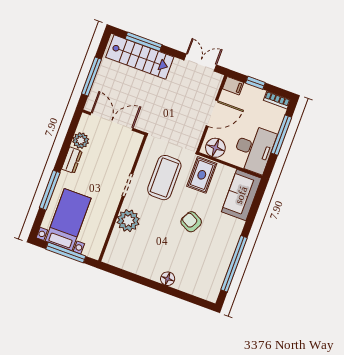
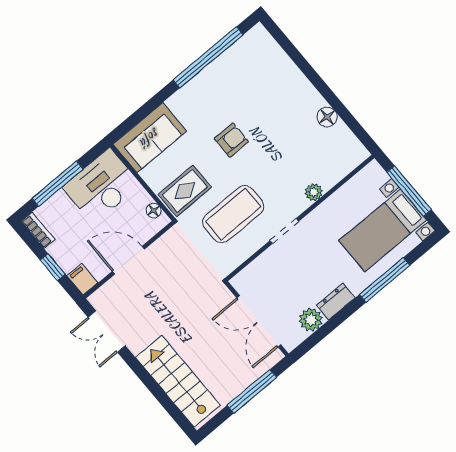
window: (144, 42) -> (162, 398), removed
floor lamp: (215, 148) -> (154, 211), width x0.53, depth x0.53
plant: (128, 221) -> (314, 192), width x0.53, depth x0.53
armchair: (191, 222) -> (231, 140), turned -117
floor lamp: (168, 279) -> (327, 117), moved

